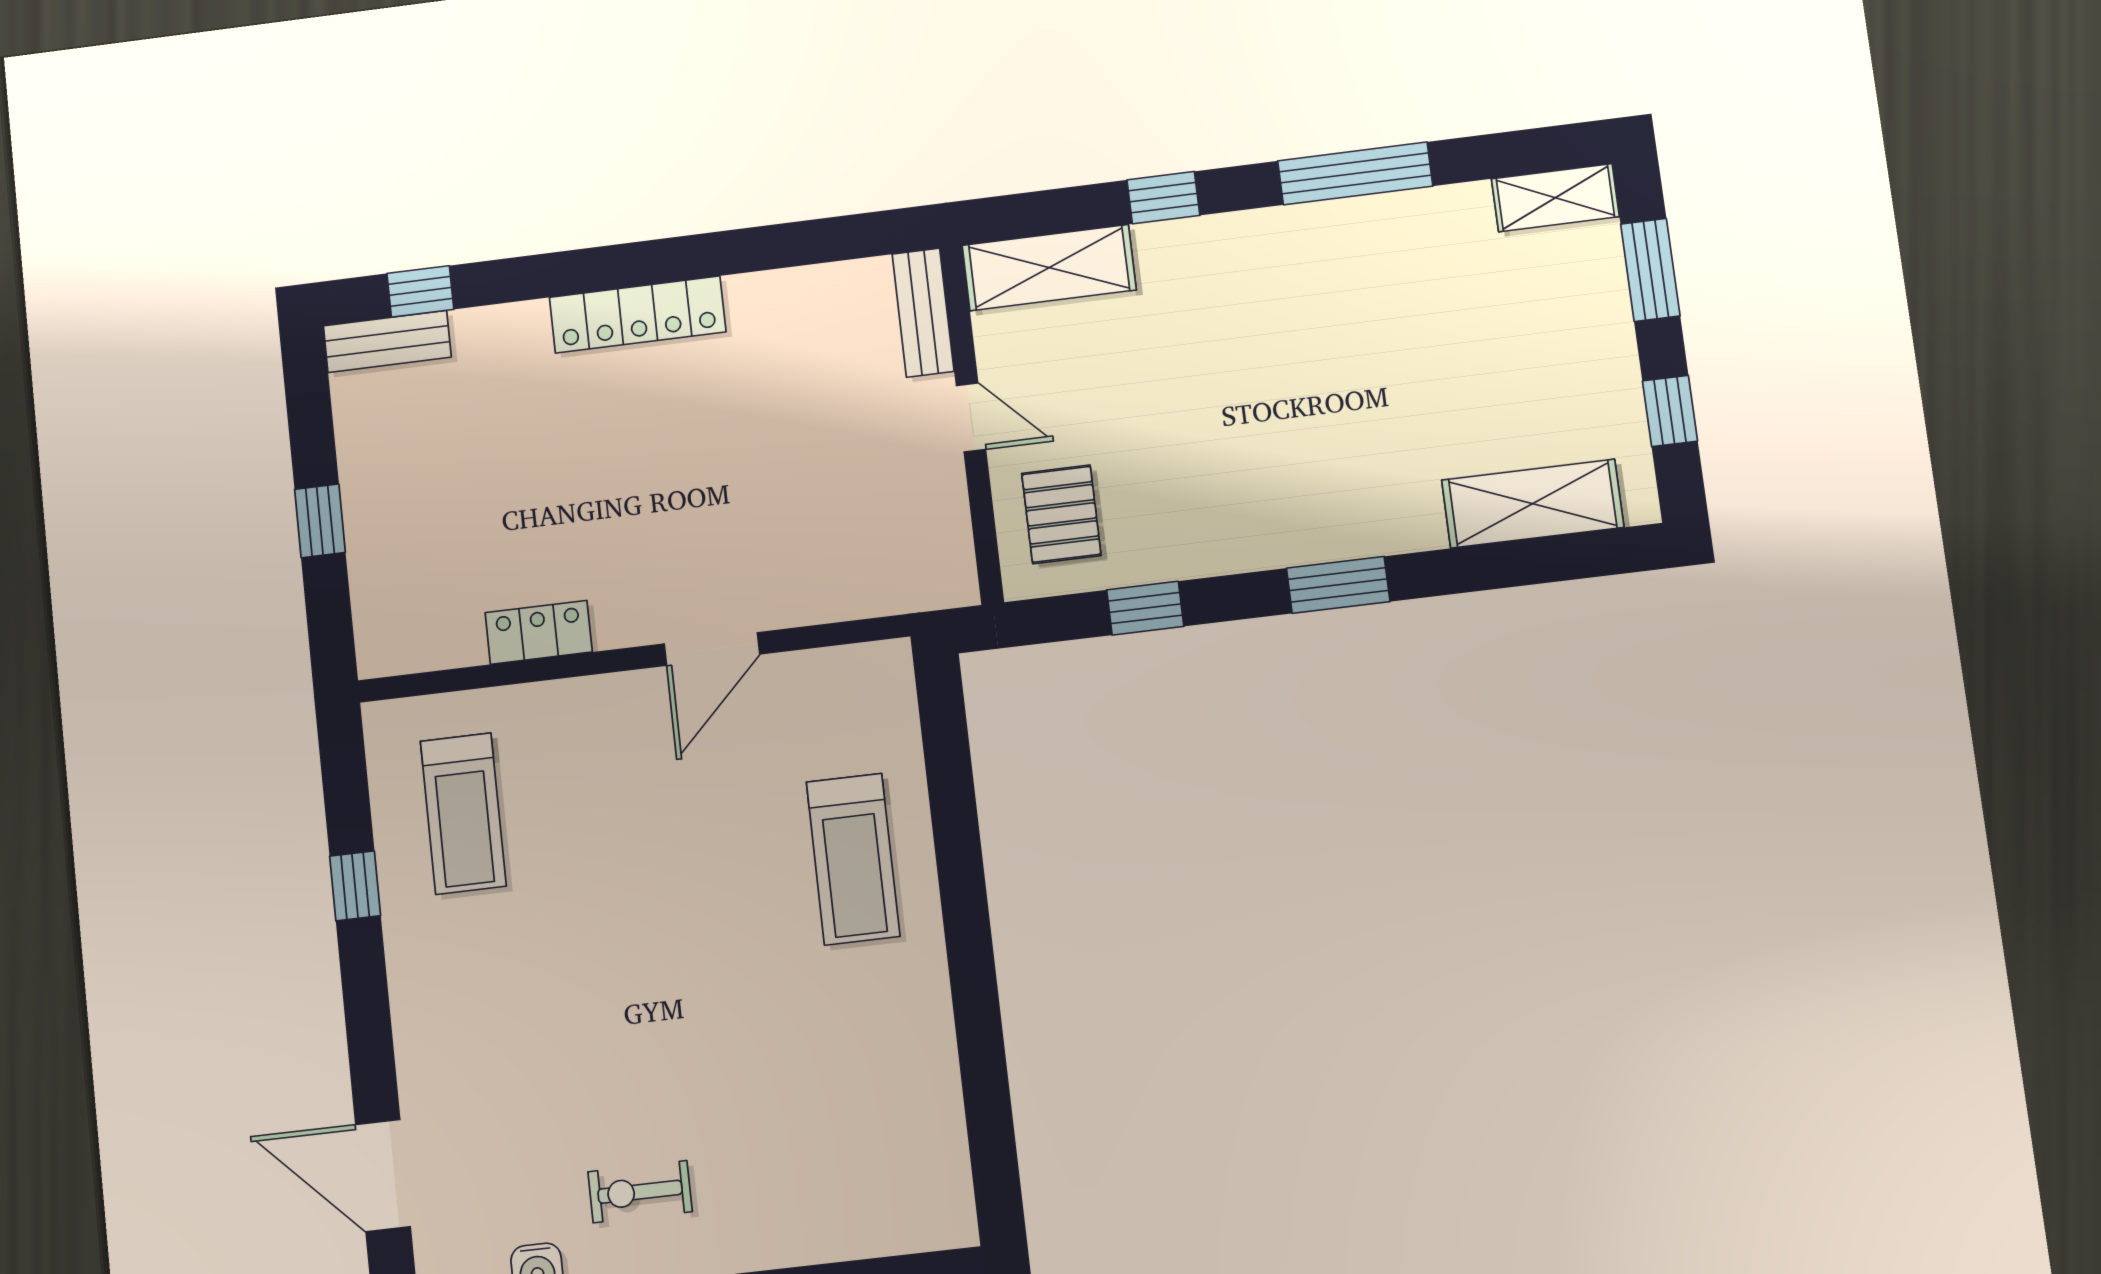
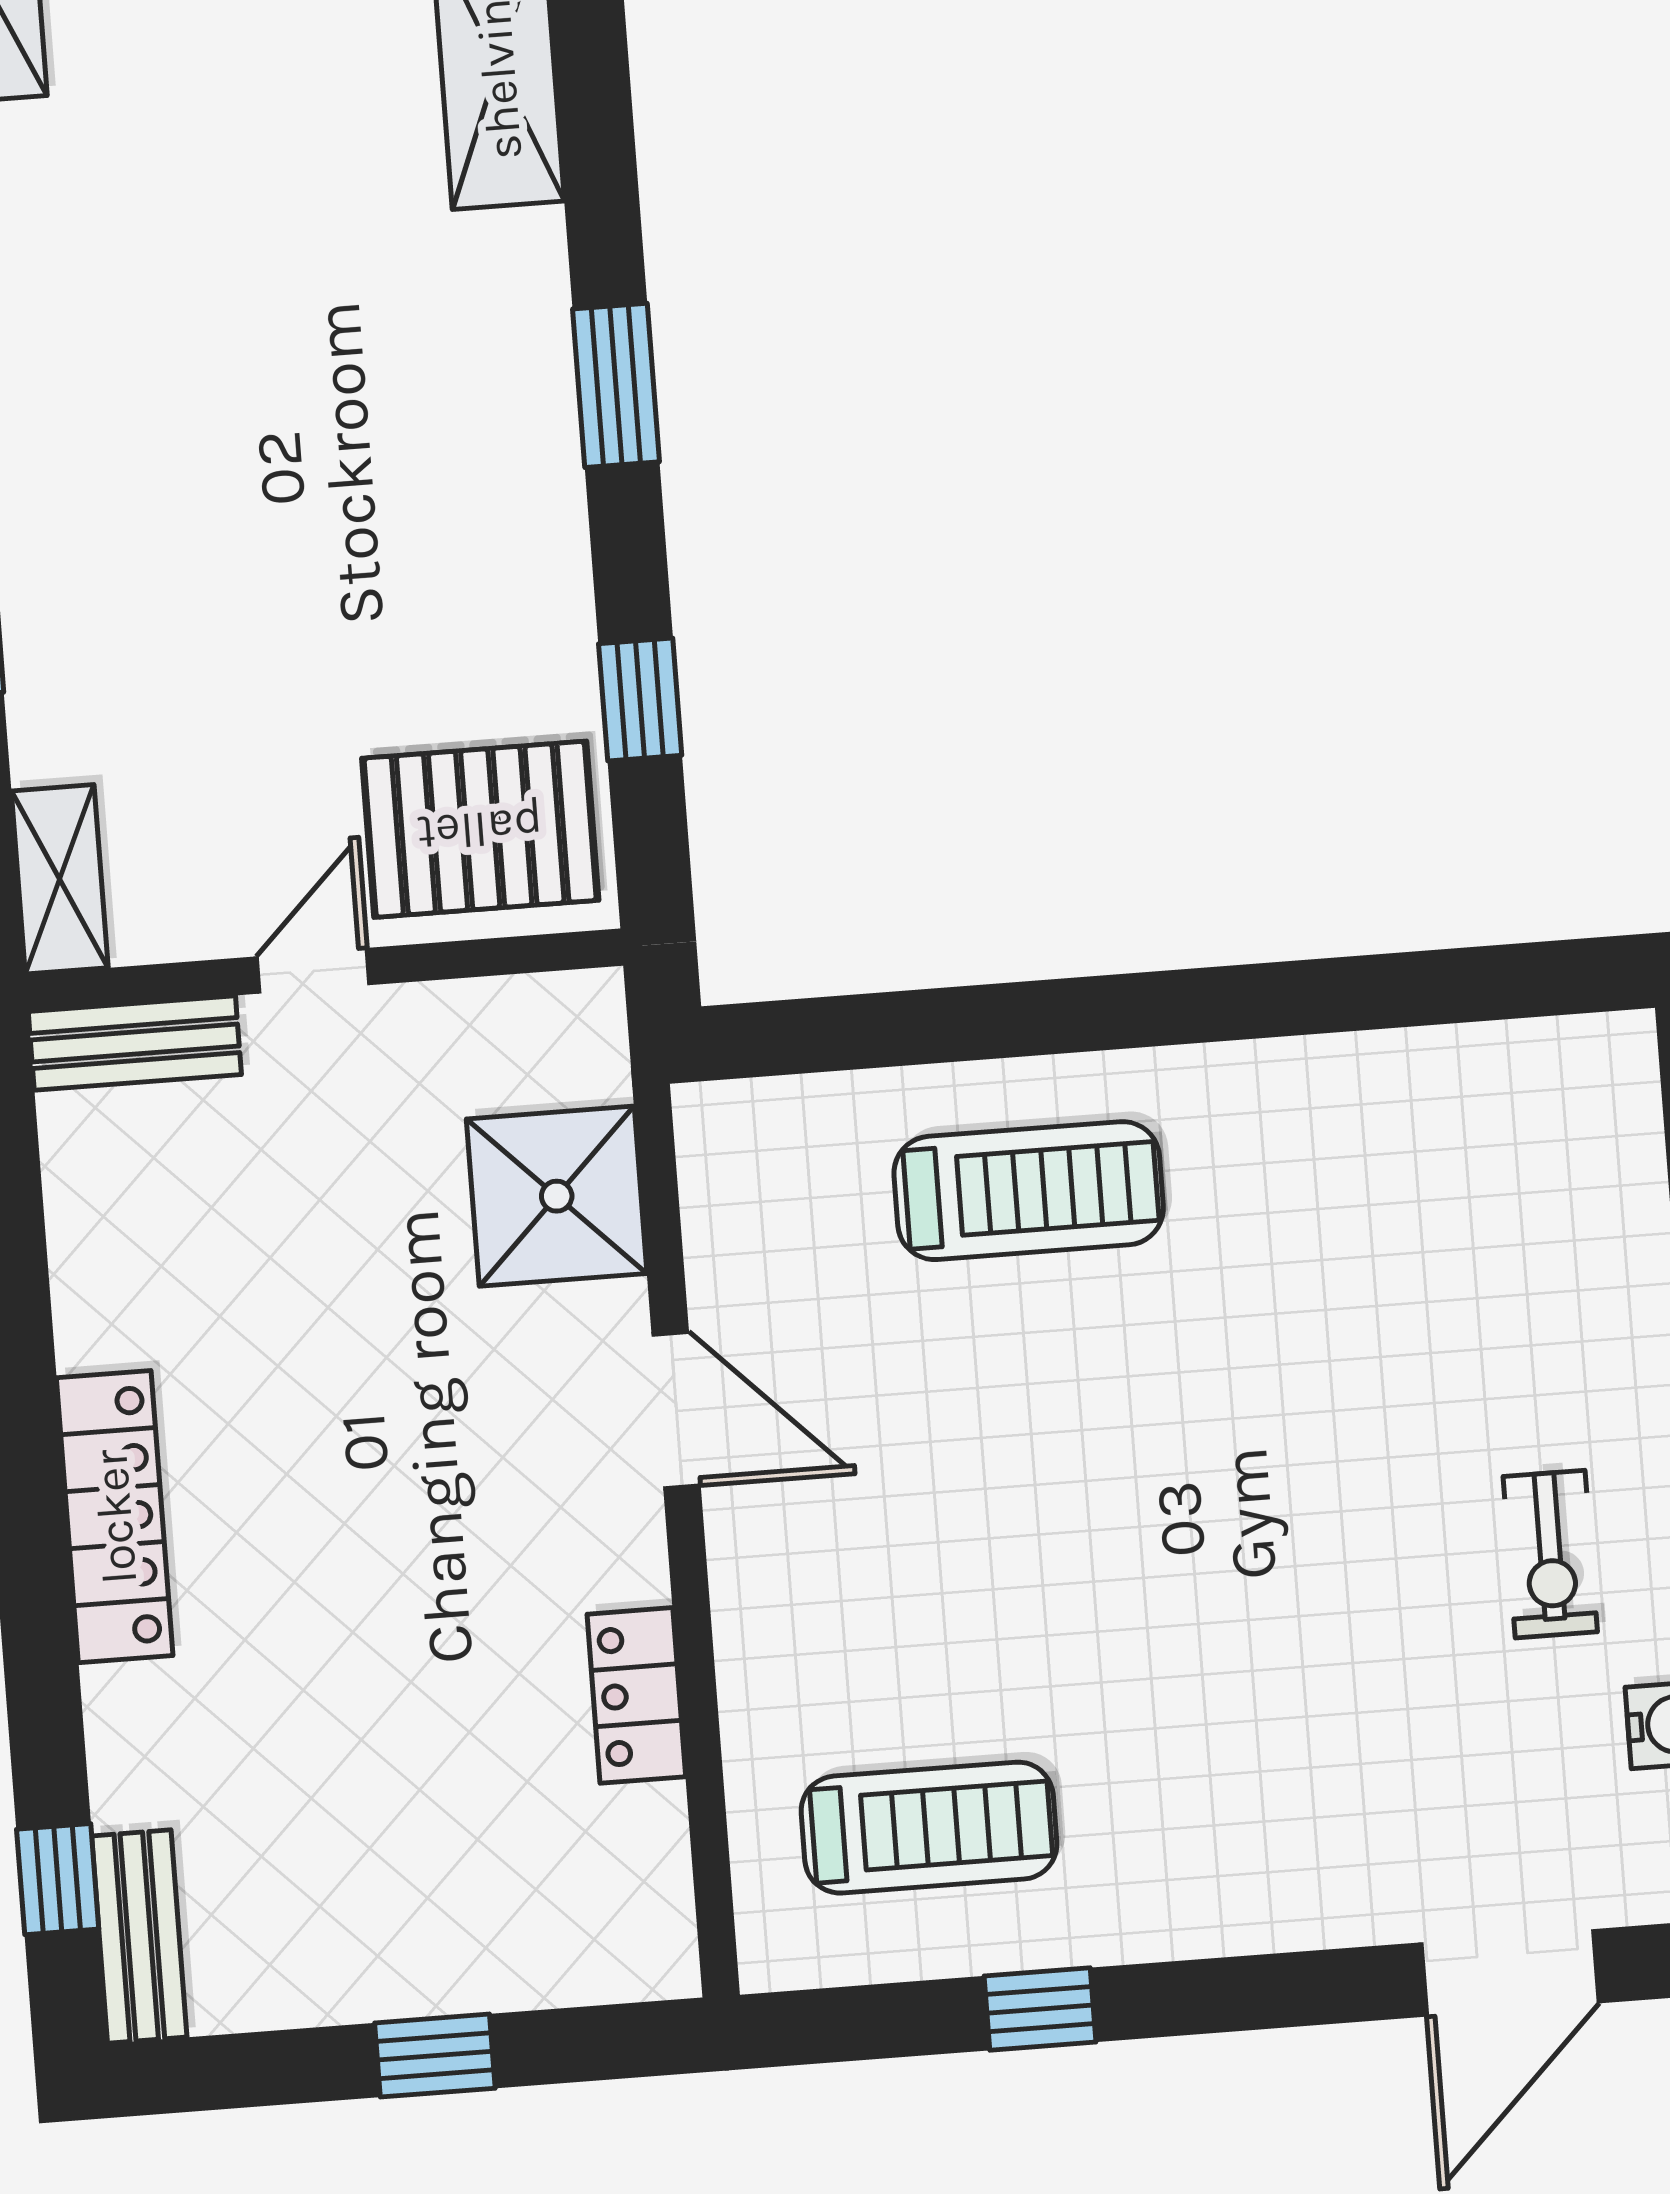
shelving: (1049, 268) -> (60, 879), width x0.67, depth x0.75
pallet: (1061, 514) -> (480, 829), width x1.50, depth x1.42
shower: (839, 571) -> (557, 1196), added

